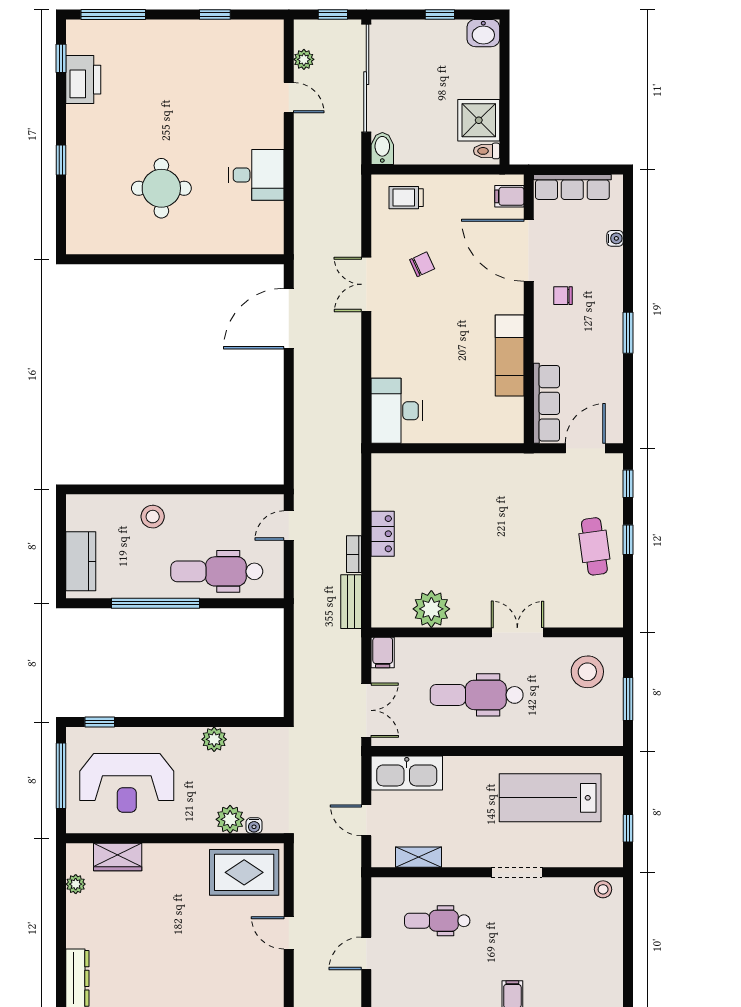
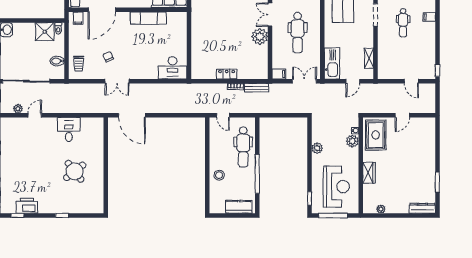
bidet: (382, 149) -> (57, 61), moved
round table: (161, 188) -> (75, 171), turned -38
plant: (431, 609) -> (260, 37), moved
wardrobe: (118, 857) -> (369, 173), moved
dental chair: (437, 921) -> (403, 23), moved

